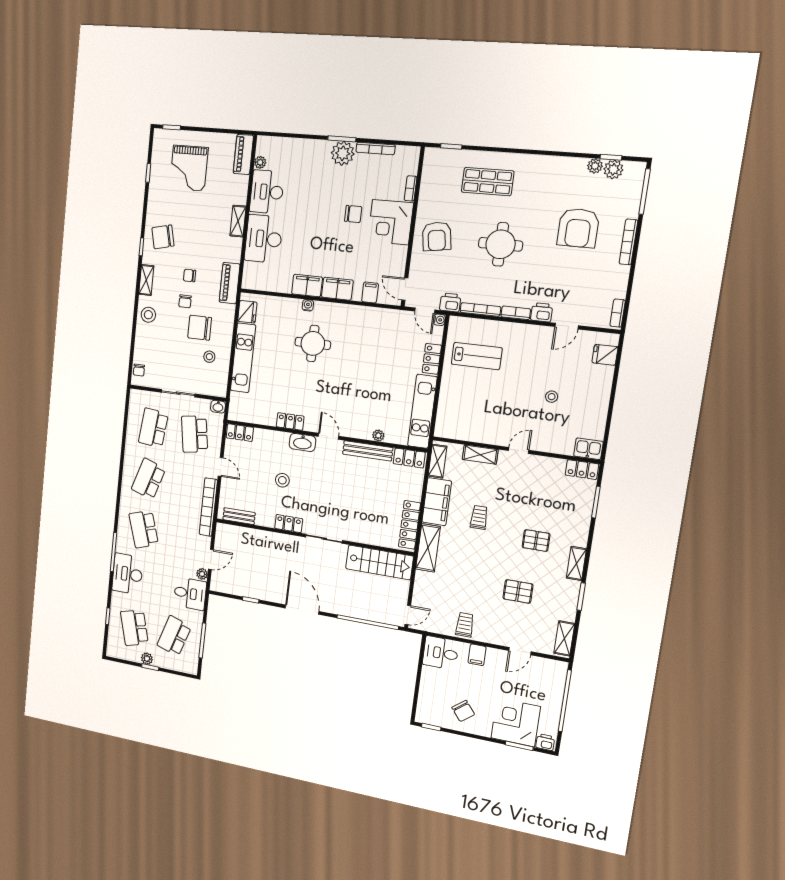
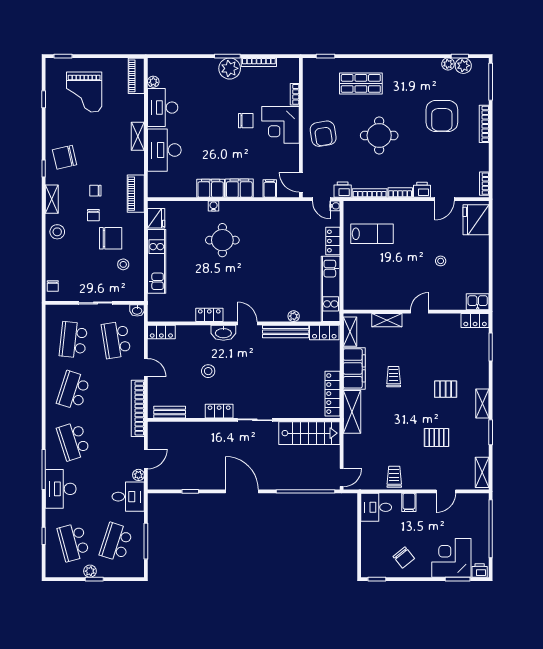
chair: (200, 328) -> (111, 238), turned 180
fridge: (605, 355) -> (476, 220), width x1.88, depth x1.34

